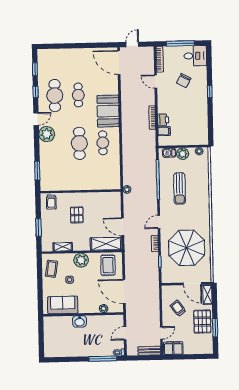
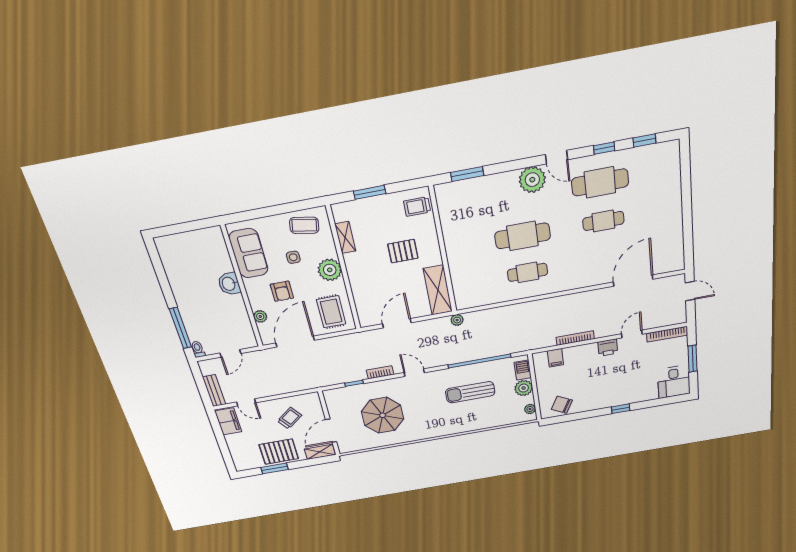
window: (180, 43) -> (693, 359), width x0.69
door: (119, 62) -> (633, 281), moved
chair: (184, 81) -> (562, 405), moved
booth: (108, 111) -> (580, 272), removed
printer: (163, 120) -> (608, 348), moved
shelving: (106, 244) -> (438, 290), moved
parasol: (187, 248) -> (383, 415), width x0.73, depth x0.73
rug: (108, 265) -> (331, 312), turned 90
armchair: (90, 292) -> (282, 291), added
door: (125, 333) -> (230, 353), swing flipped

